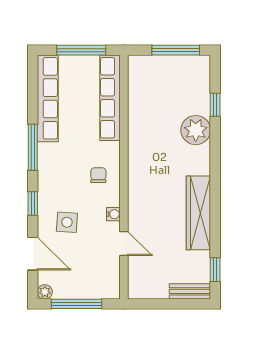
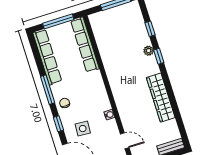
plant: (196, 130) -> (149, 51), width x0.53, depth x0.53
chair: (98, 175) -> (65, 103), moved
door: (124, 244) -> (125, 141), moved
window: (215, 270) -> (159, 56), moved

